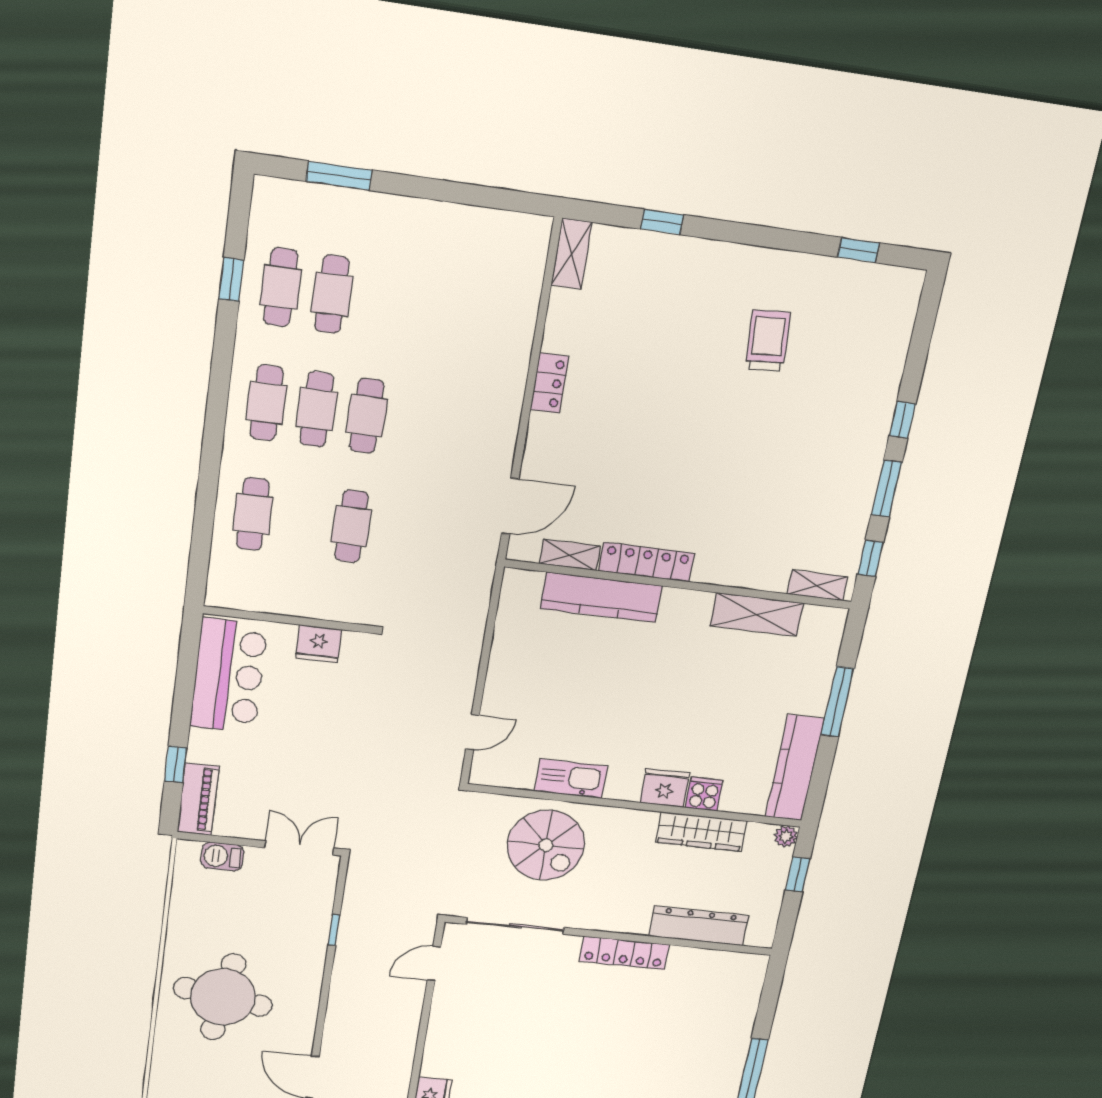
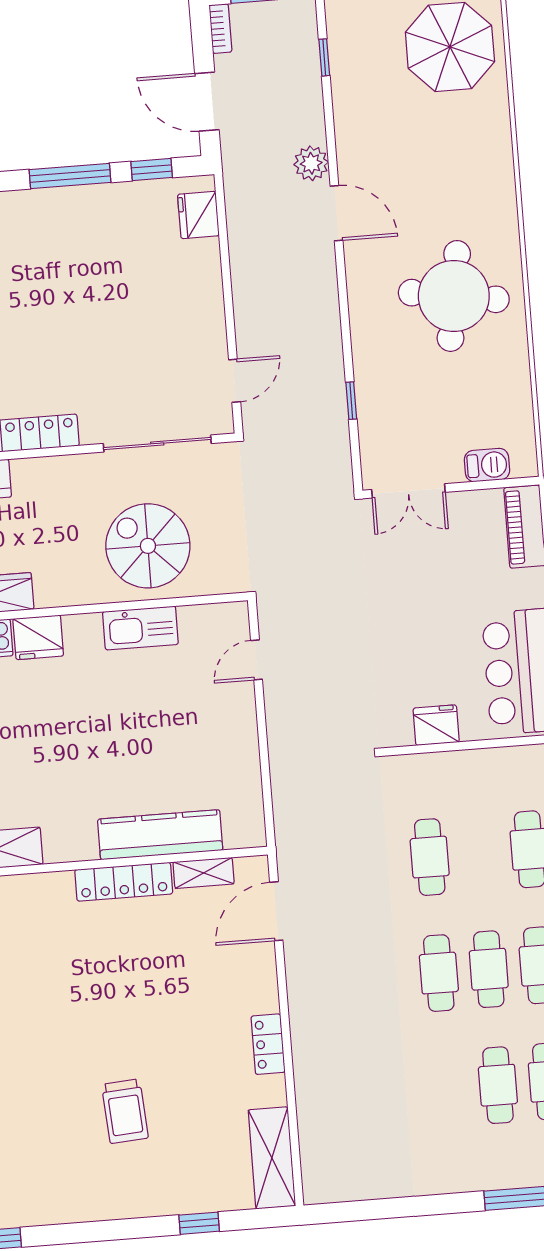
shelving: (572, 254) -> (272, 1158), width x1.50, depth x1.33
trolley: (768, 341) -> (125, 1111), moved

